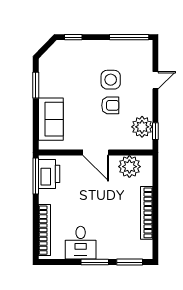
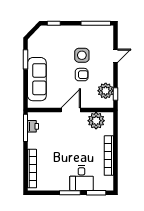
sofa: (51, 119) -> (37, 79), width x1.36
door: (96, 152) -> (71, 110), swing flipped
printer: (49, 174) -> (33, 126), width x0.53, depth x0.68
desk: (81, 243) -> (81, 178), moved

